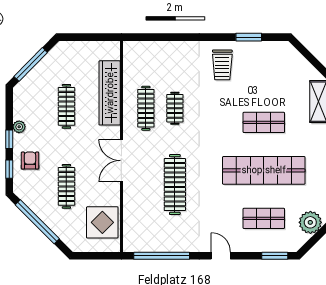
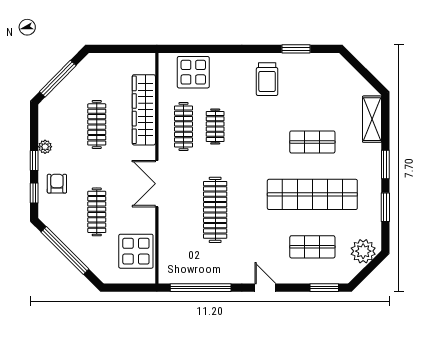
display table: (155, 59) -> (193, 72), added

